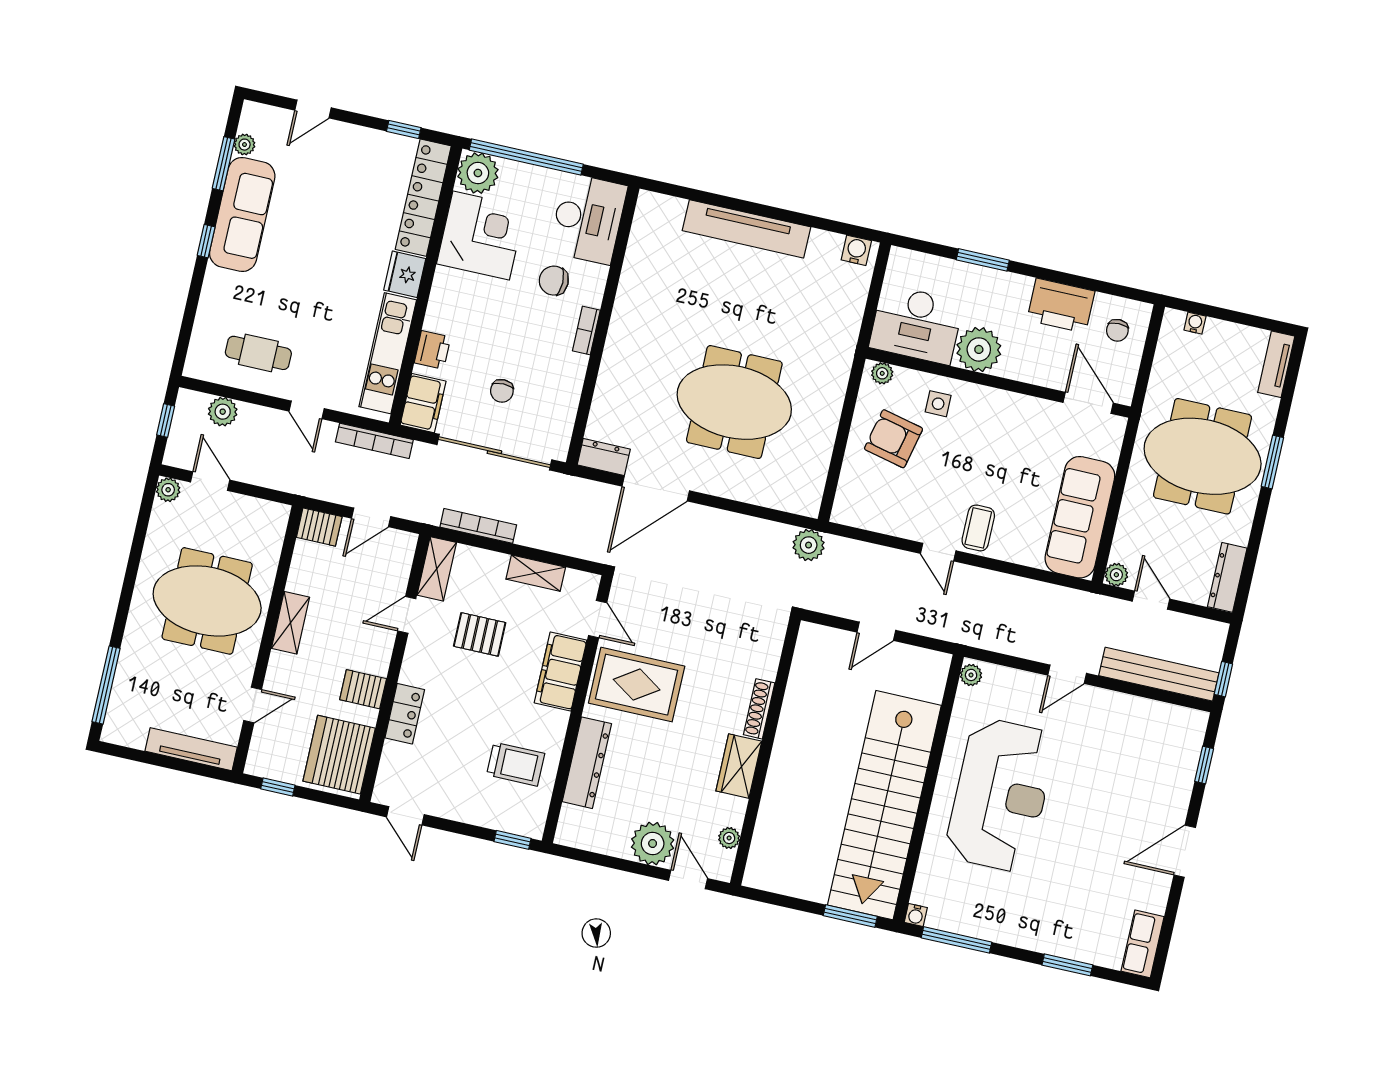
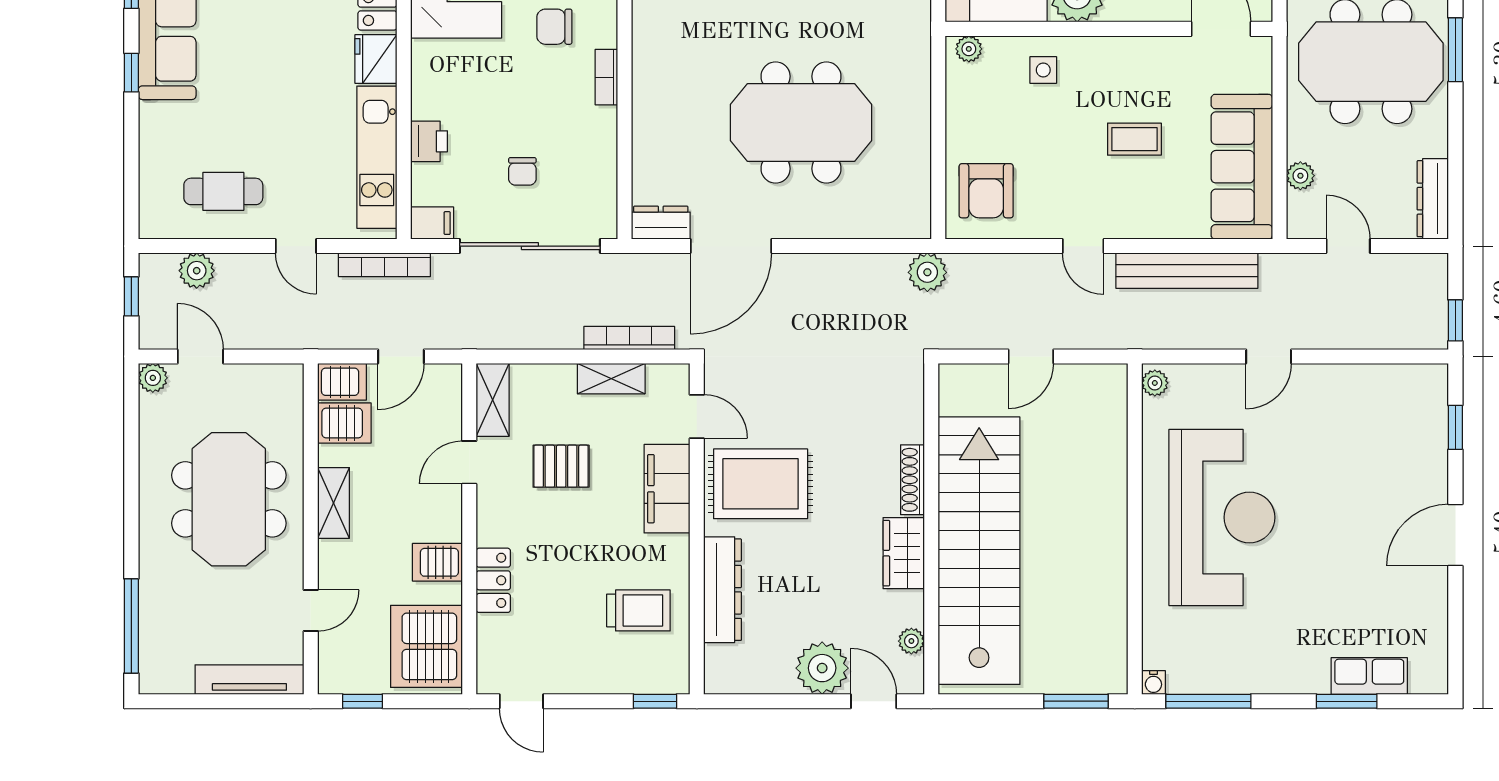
filing cabinet: (423, 403) -> (432, 223), width x0.50
armchair: (894, 439) -> (986, 191), moved, turned -103
bookcase: (478, 526) -> (629, 338), moved
coffee table: (978, 528) -> (1134, 139), moved, turned 90
server rack: (314, 561) -> (344, 423), added
plant: (1116, 575) -> (1300, 176), moved
meeting table: (207, 601) -> (229, 499), turned 90
bench: (1159, 674) -> (1187, 271), moved
stairs: (884, 805) -> (979, 551), moved, turned 180
row of seats: (1143, 944) -> (1369, 676), moved, turned 90

